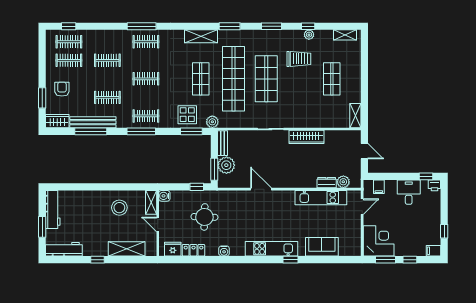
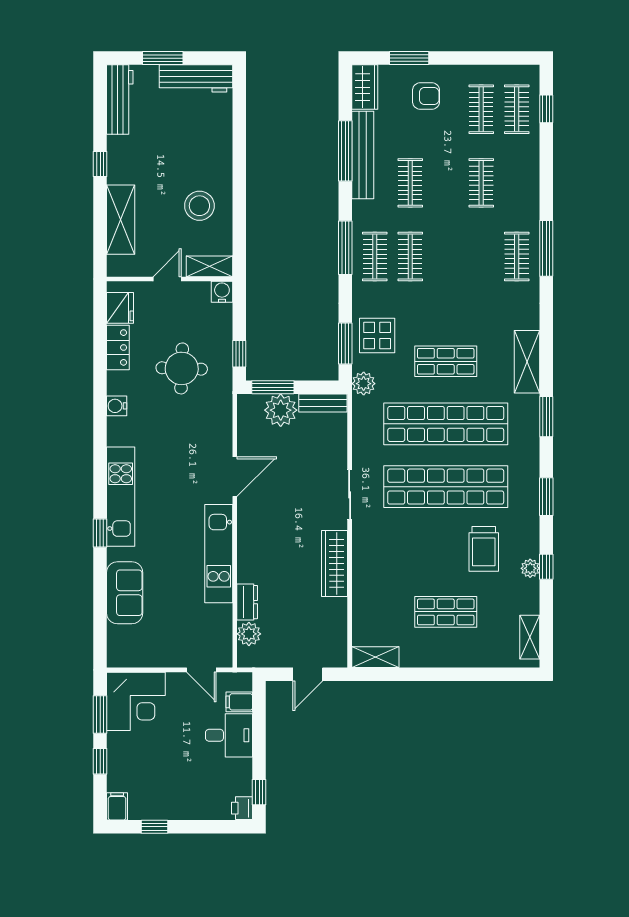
clothes rail: (146, 79) -> (410, 256), moved
shop shelf: (266, 79) -> (446, 487), width x1.40
desk: (409, 192) -> (229, 735), moved
kitchen unit: (321, 198) -> (219, 554), moved

